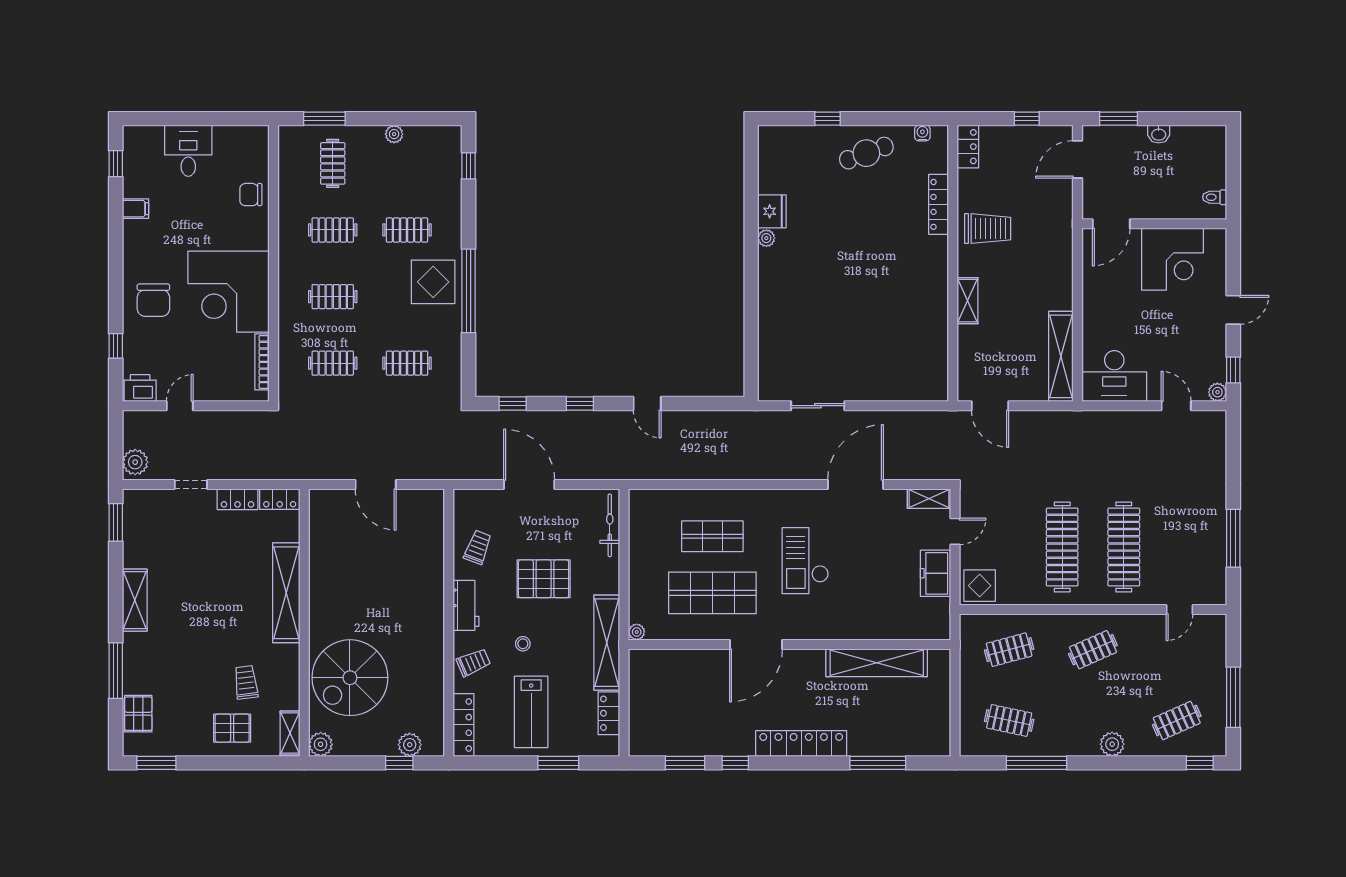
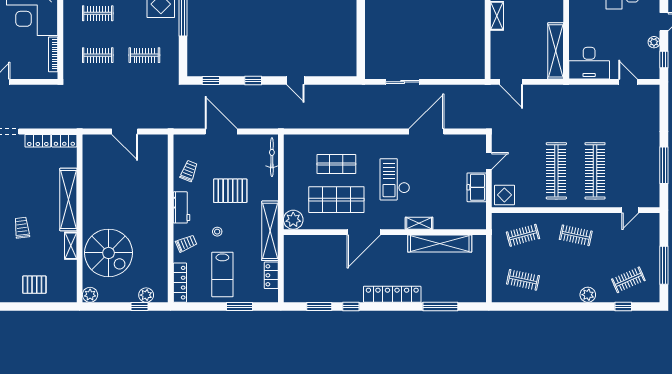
plant: (1217, 392) -> (654, 42), moved
shelving: (929, 499) -> (419, 223), moved
plant: (637, 632) -> (293, 220), width x1.88, depth x1.88
clothes rail: (1093, 650) -> (576, 235), turned 36
spiral stairs: (350, 678) -> (109, 253), turned -90
trolley: (246, 682) -> (22, 228), moved
shelving: (290, 733) -> (71, 246), moved
window: (1037, 763) -> (540, 306), removed
window: (1200, 763) -> (623, 306), moved

